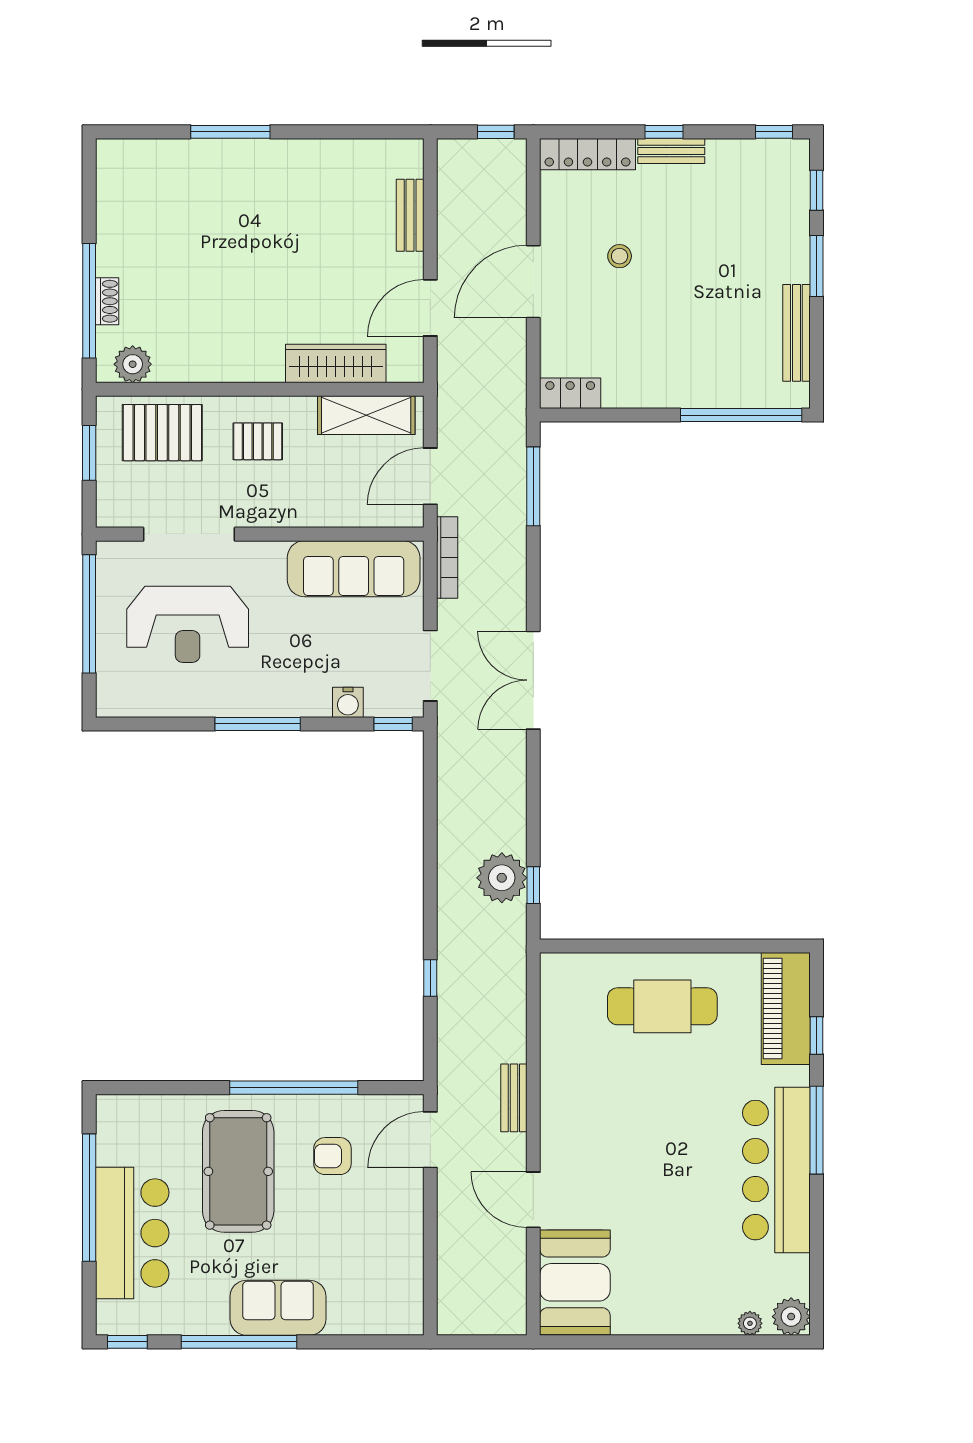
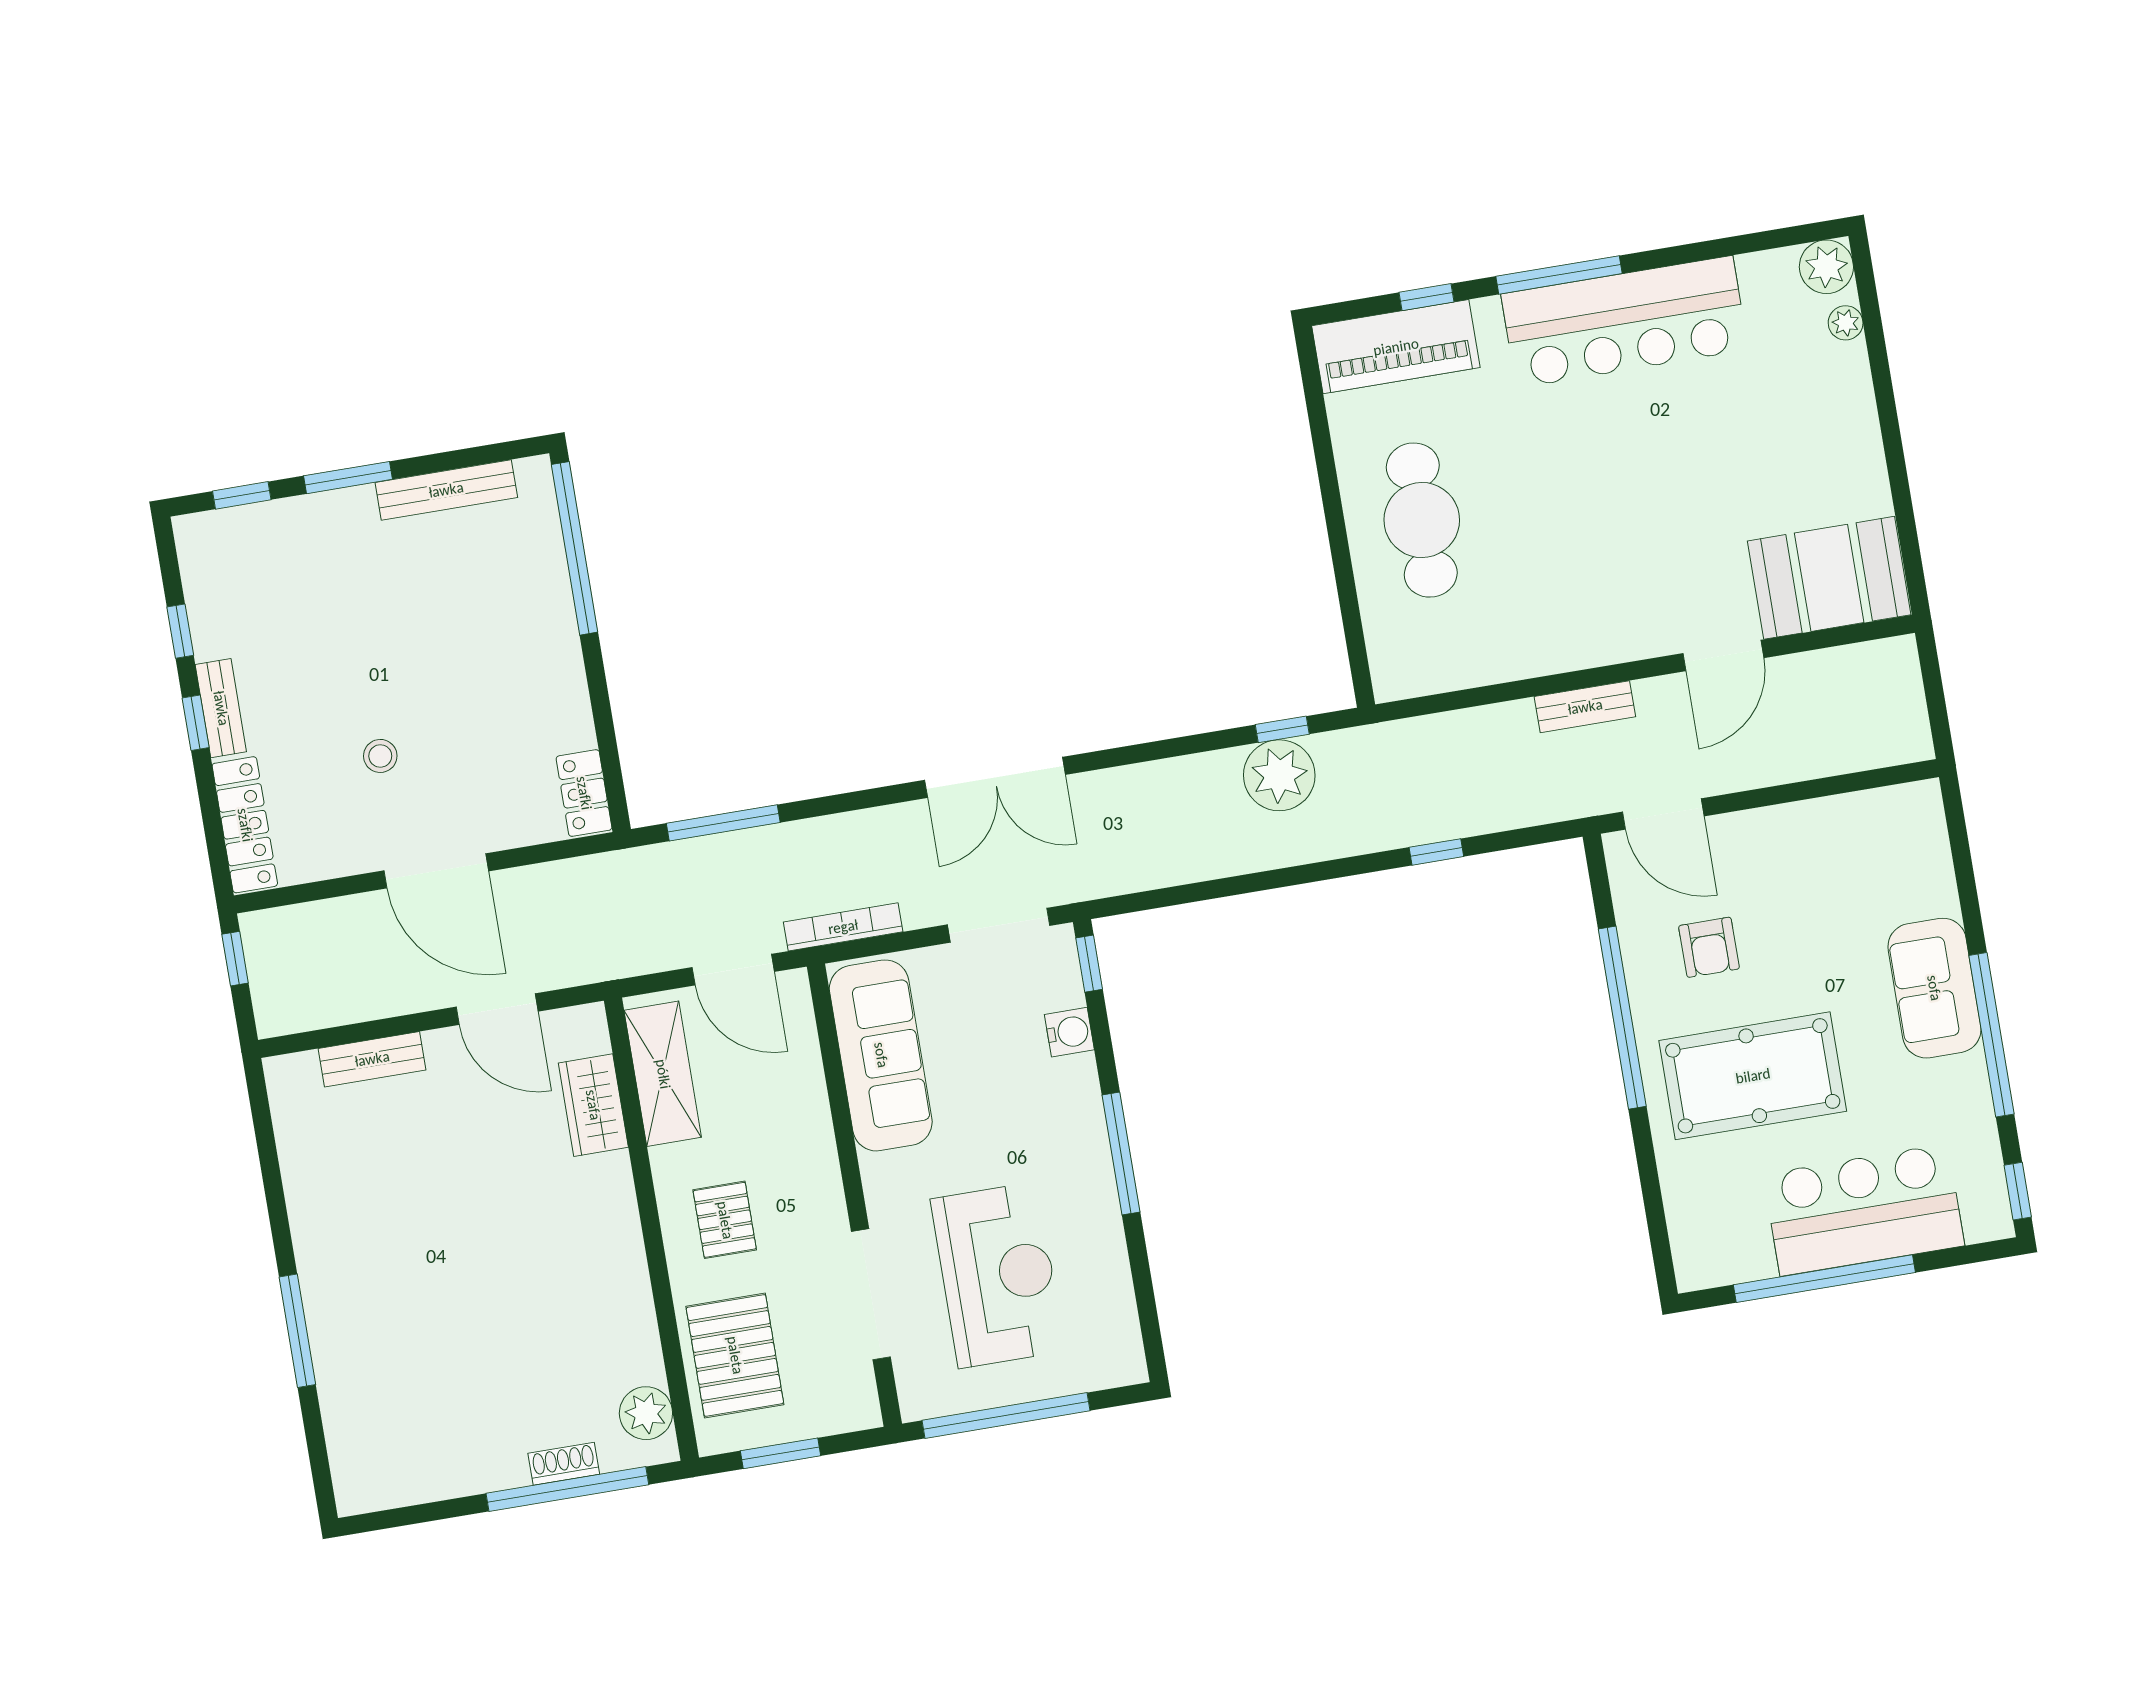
window: (774, 132) -> (180, 631), moved
wardrobe: (336, 363) -> (593, 1105), width x0.67

